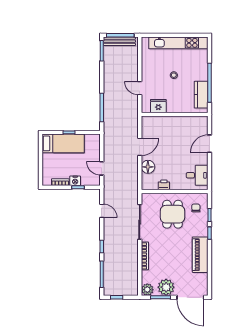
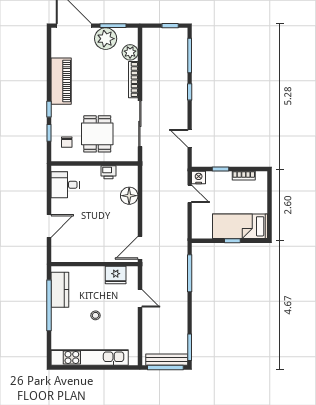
door: (140, 147) -> (140, 248), moved
nightstand: (75, 181) -> (199, 177), moved
plant: (147, 290) -> (130, 52), moved

